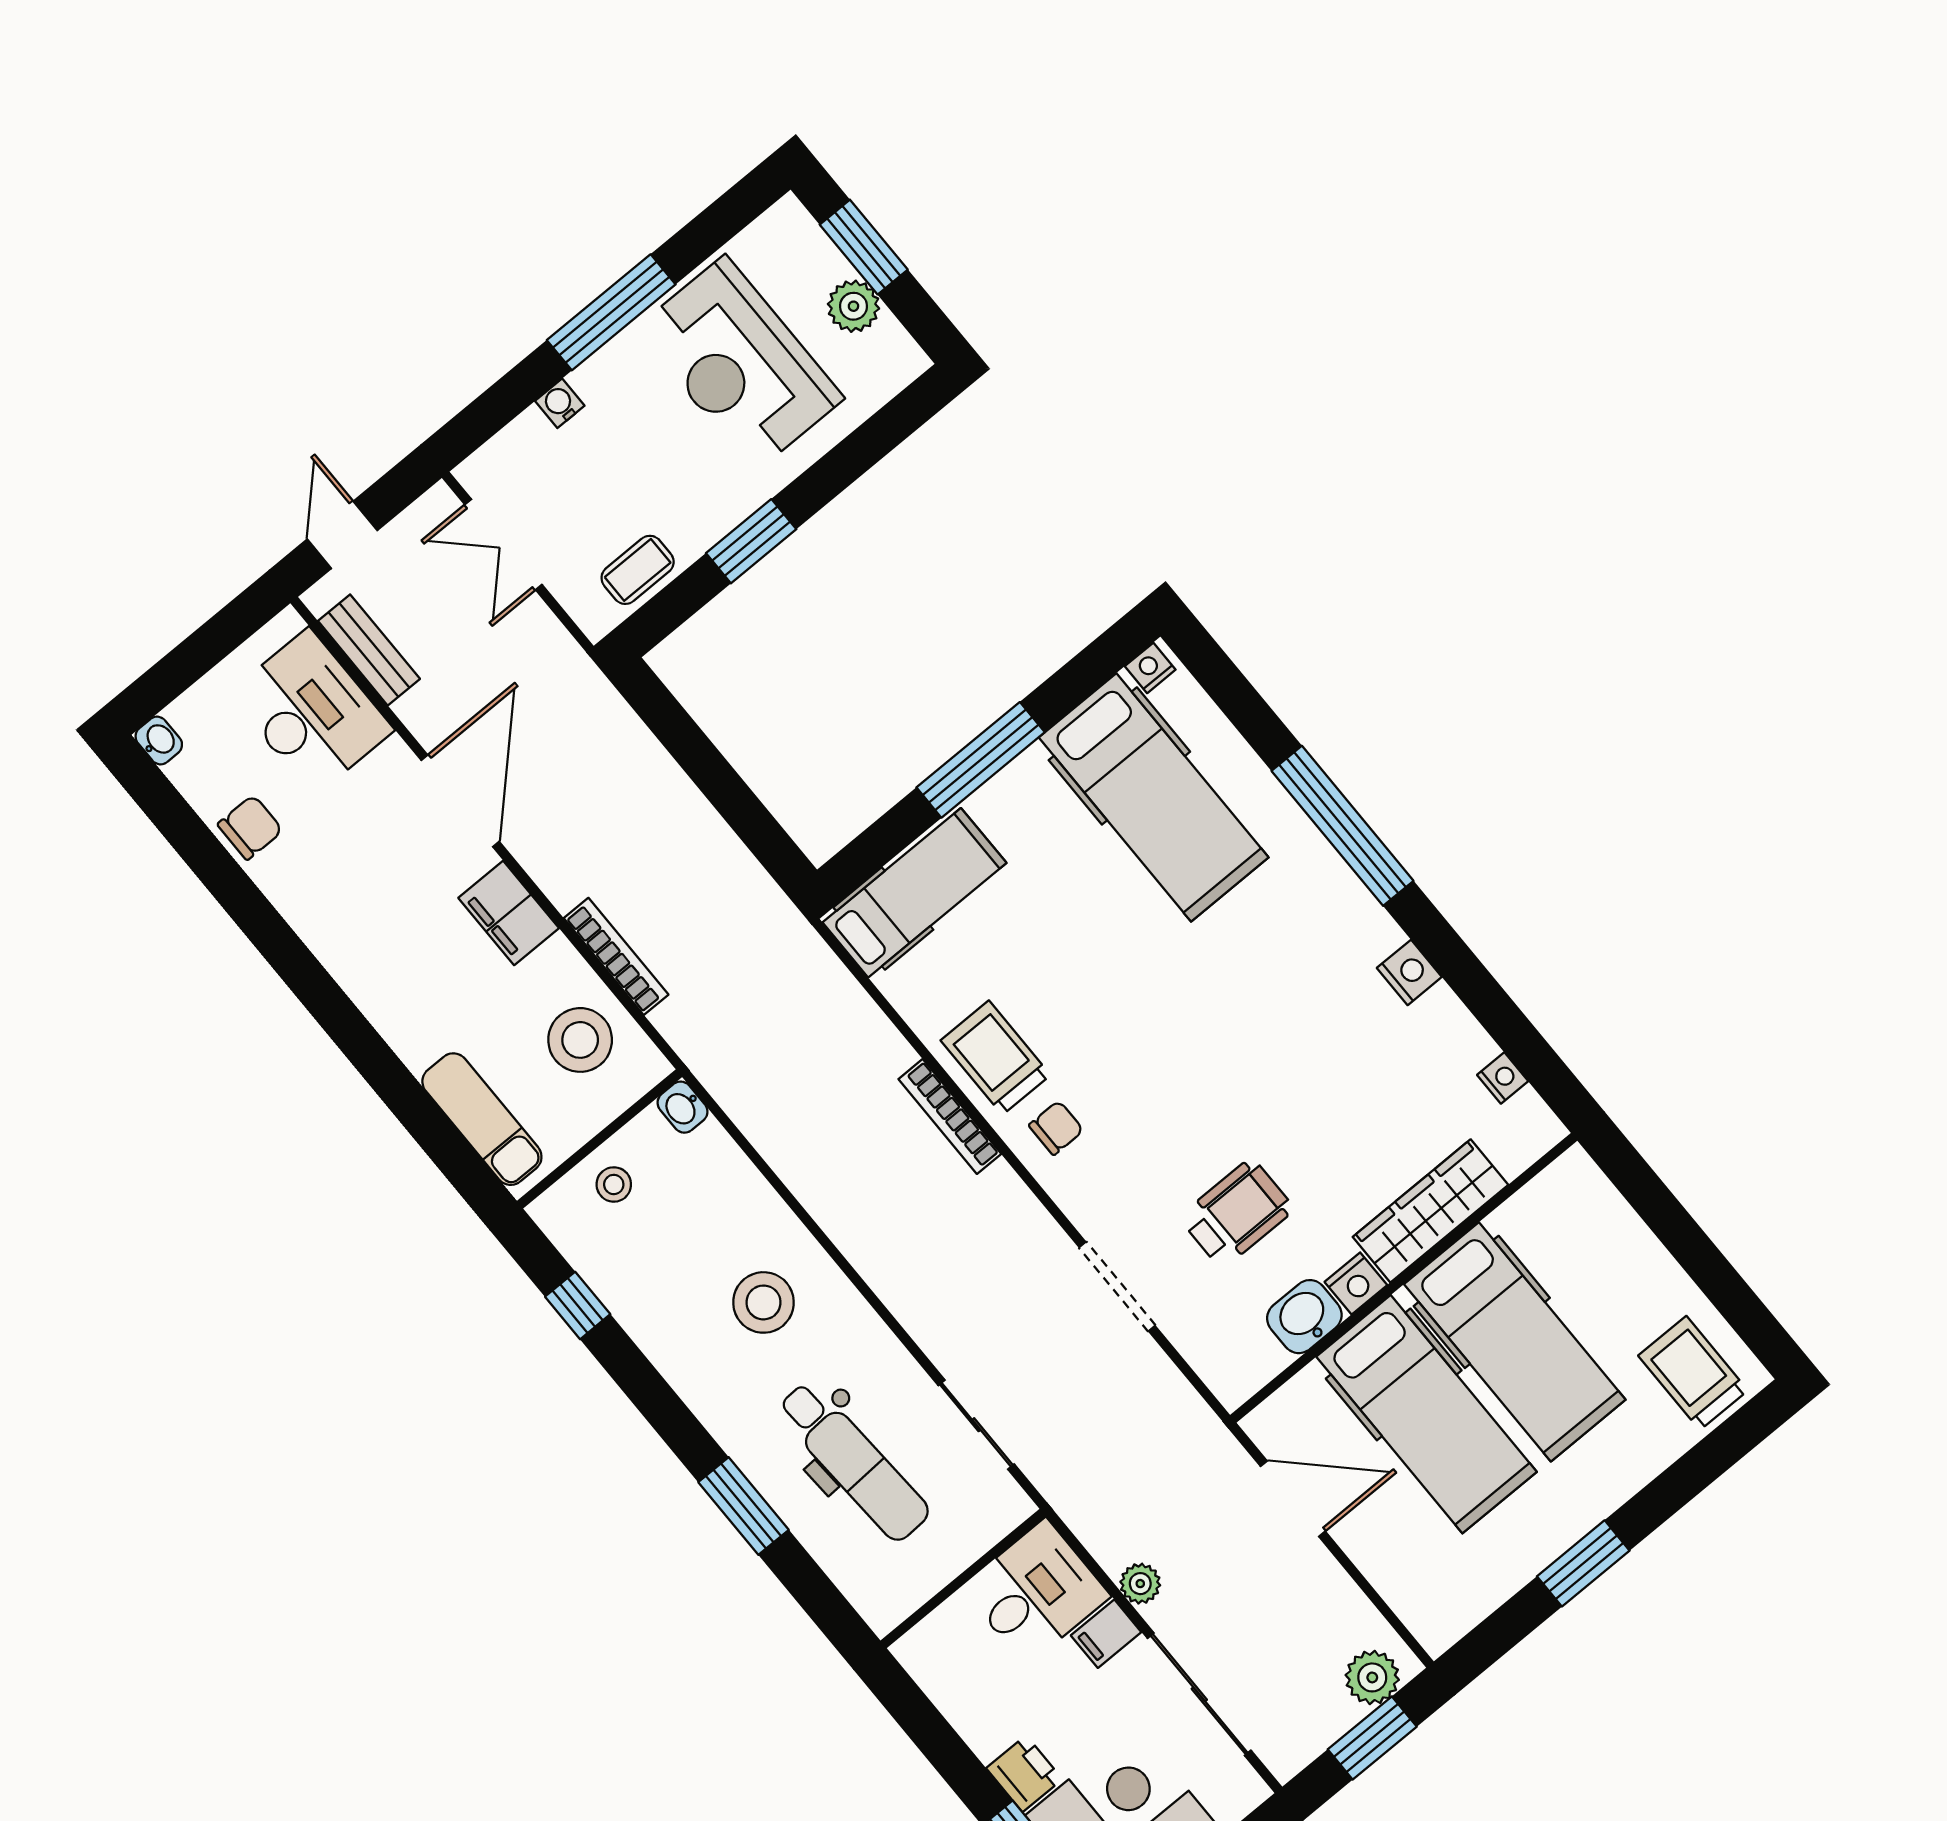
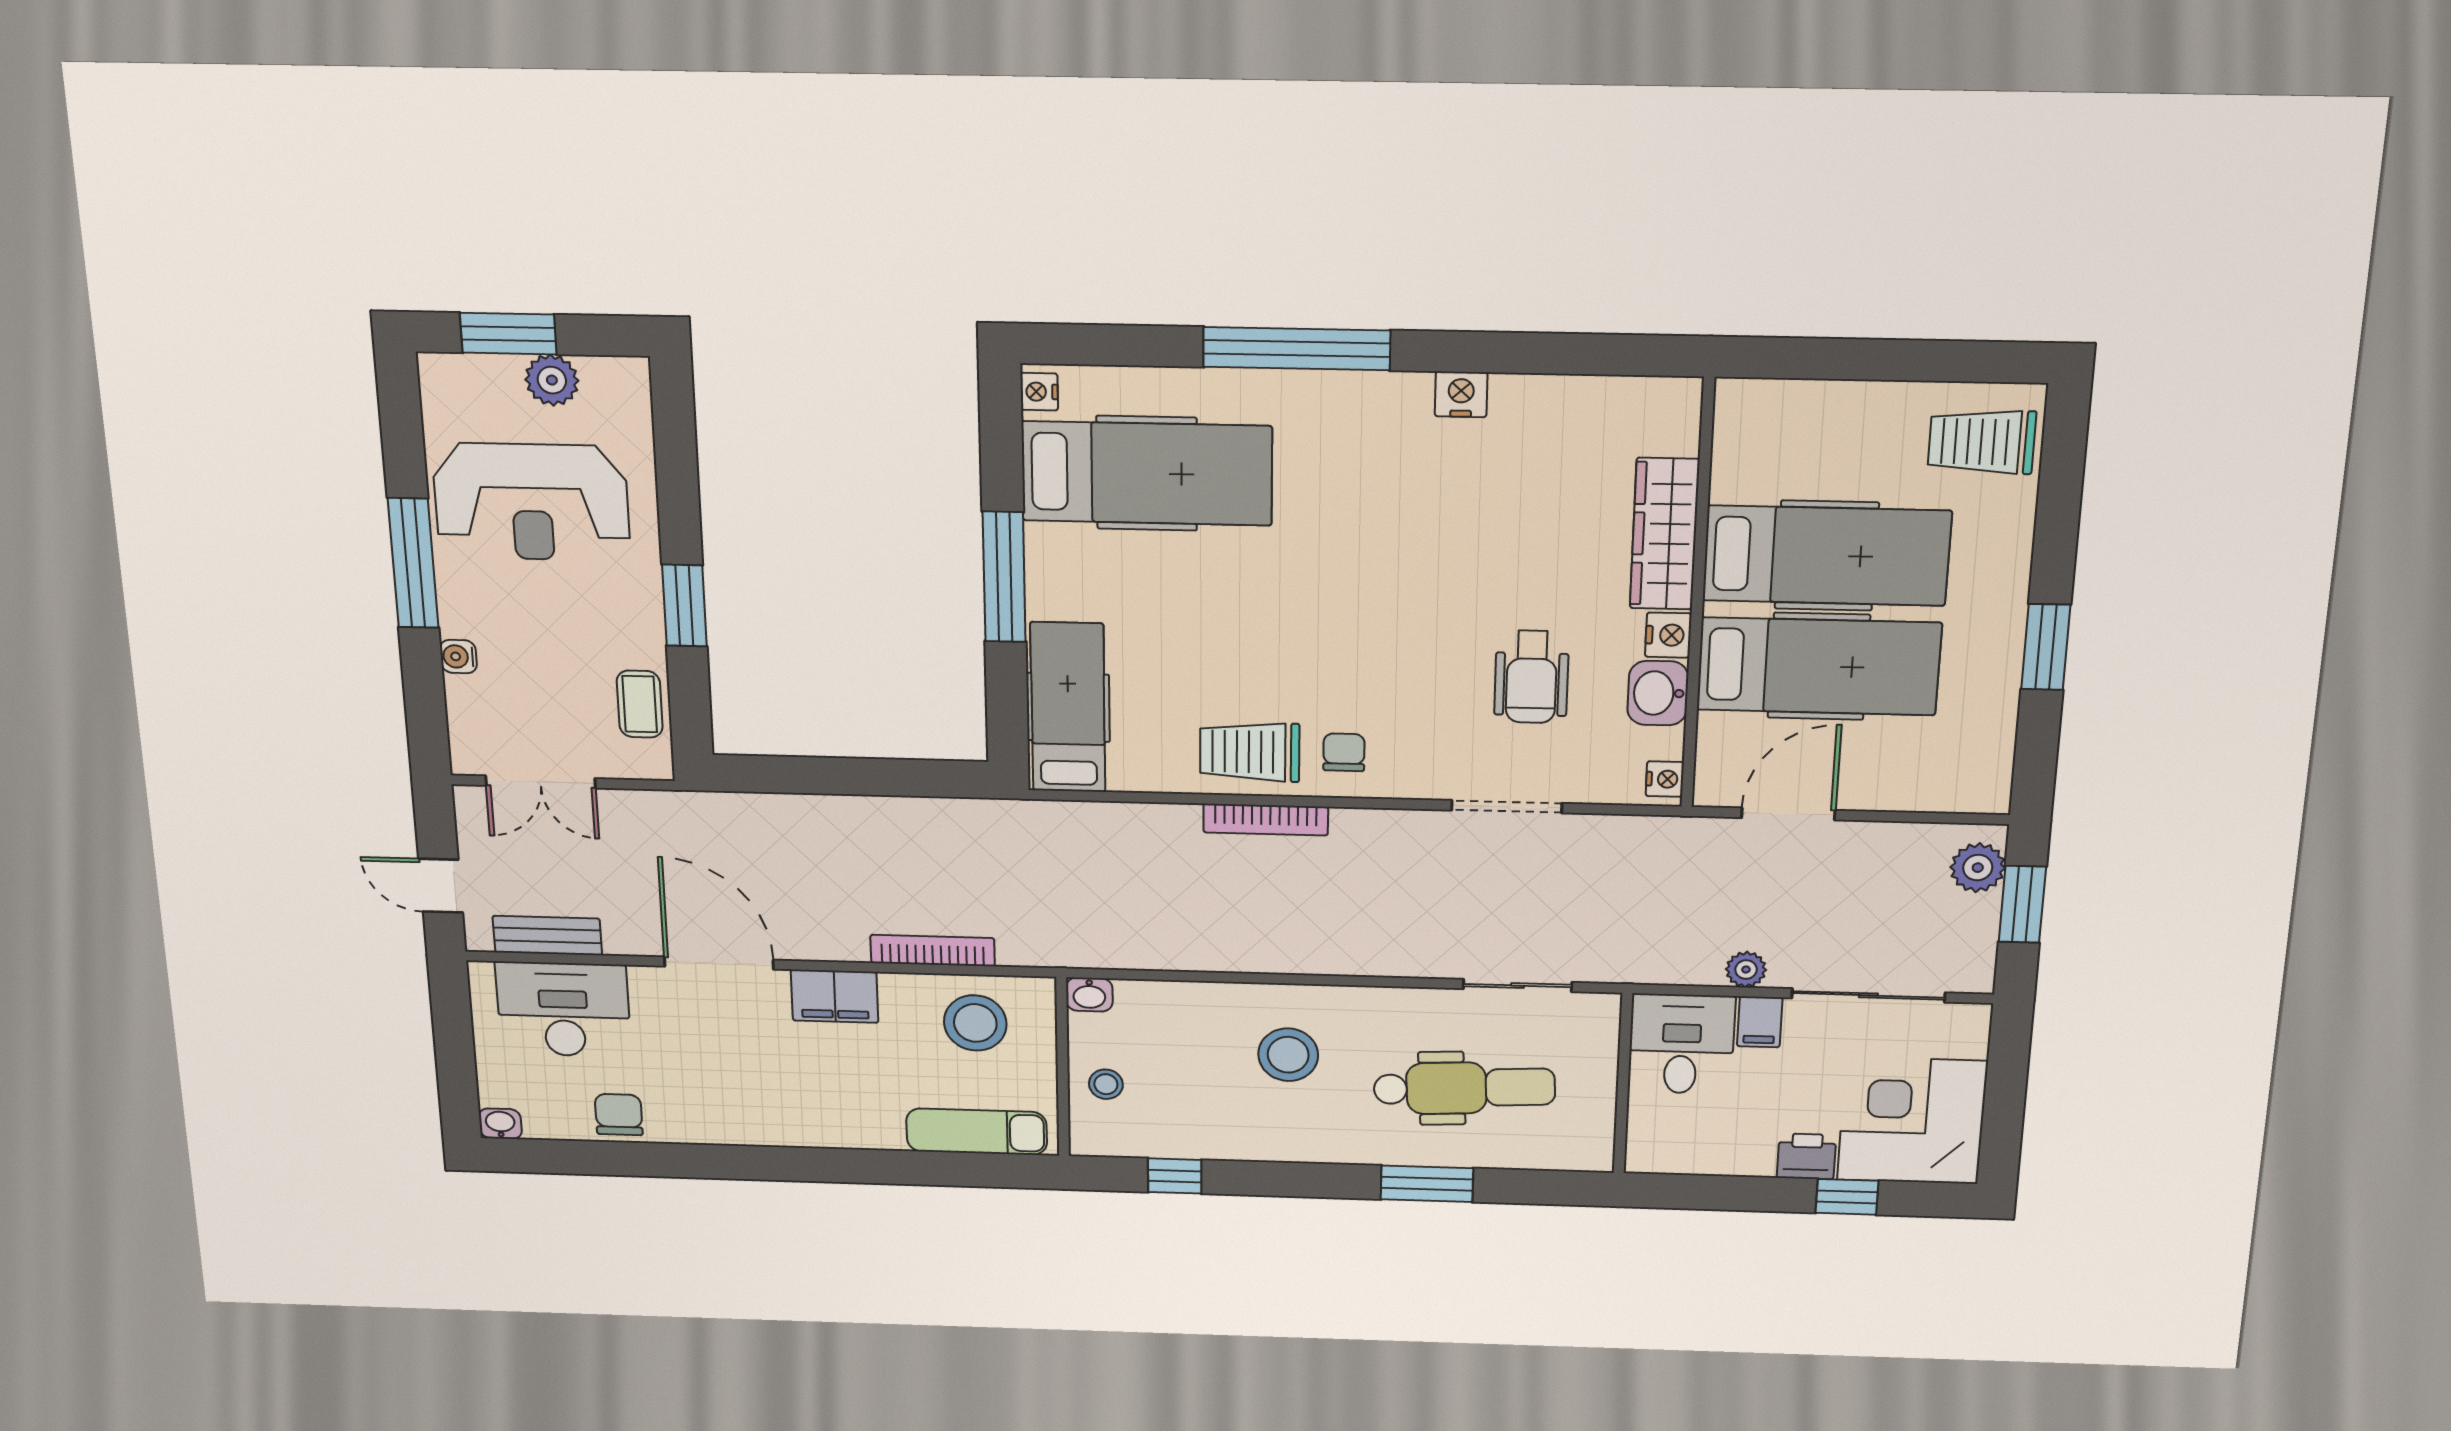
nightstand: (1503, 1078) -> (1665, 779), moved, turned 90
wheelchair: (1237, 1213) -> (1531, 677), turned 180

